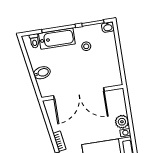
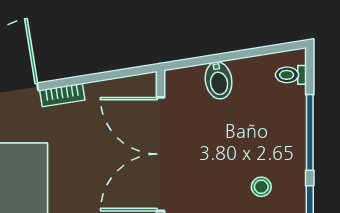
bathtub: (57, 39) -> (288, 125), removed

